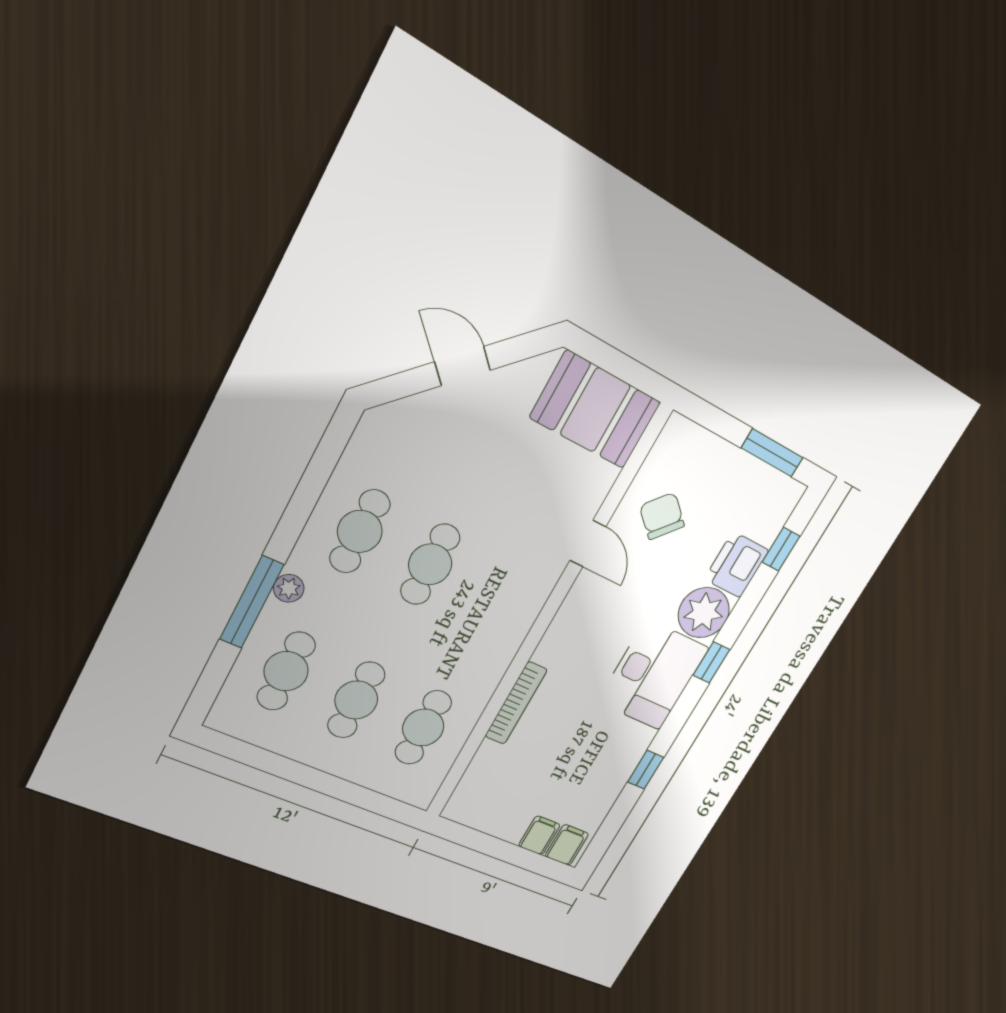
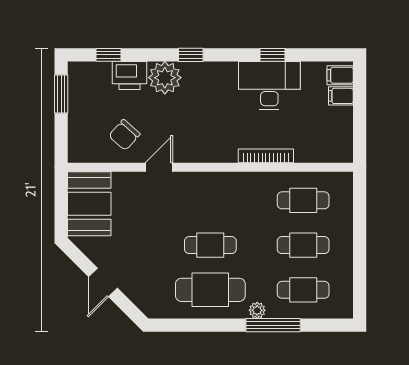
cafe table: (360, 531) -> (210, 290), width x1.37, depth x1.35
desk: (653, 675) -> (269, 85), moved

